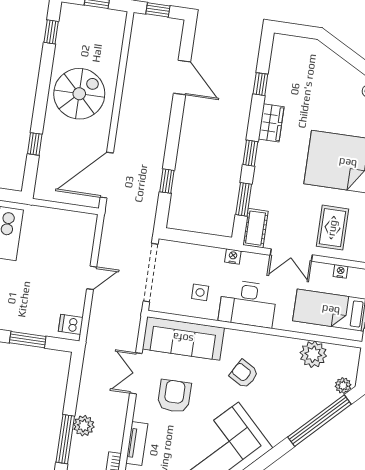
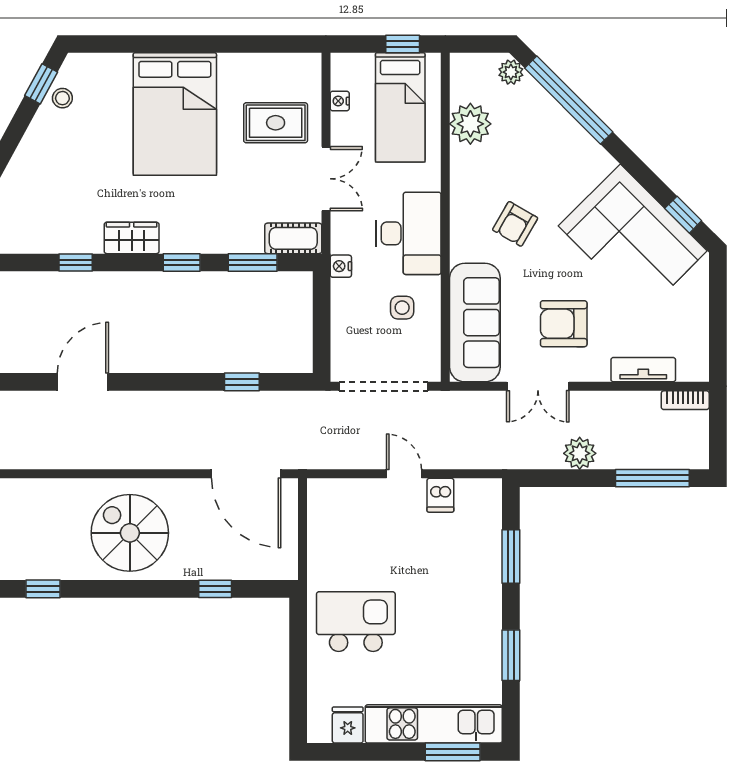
dishwasher: (71, 324) -> (440, 495), moved
plant: (84, 426) -> (580, 453), moved

